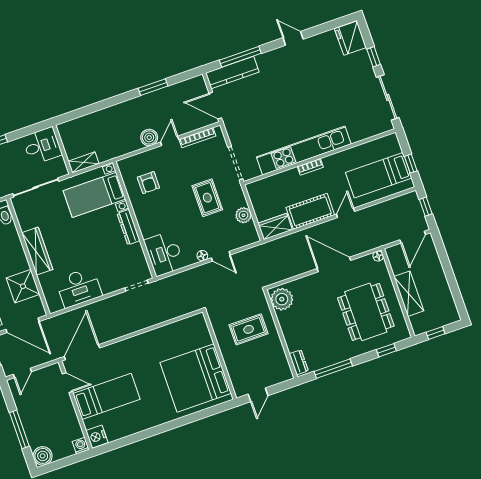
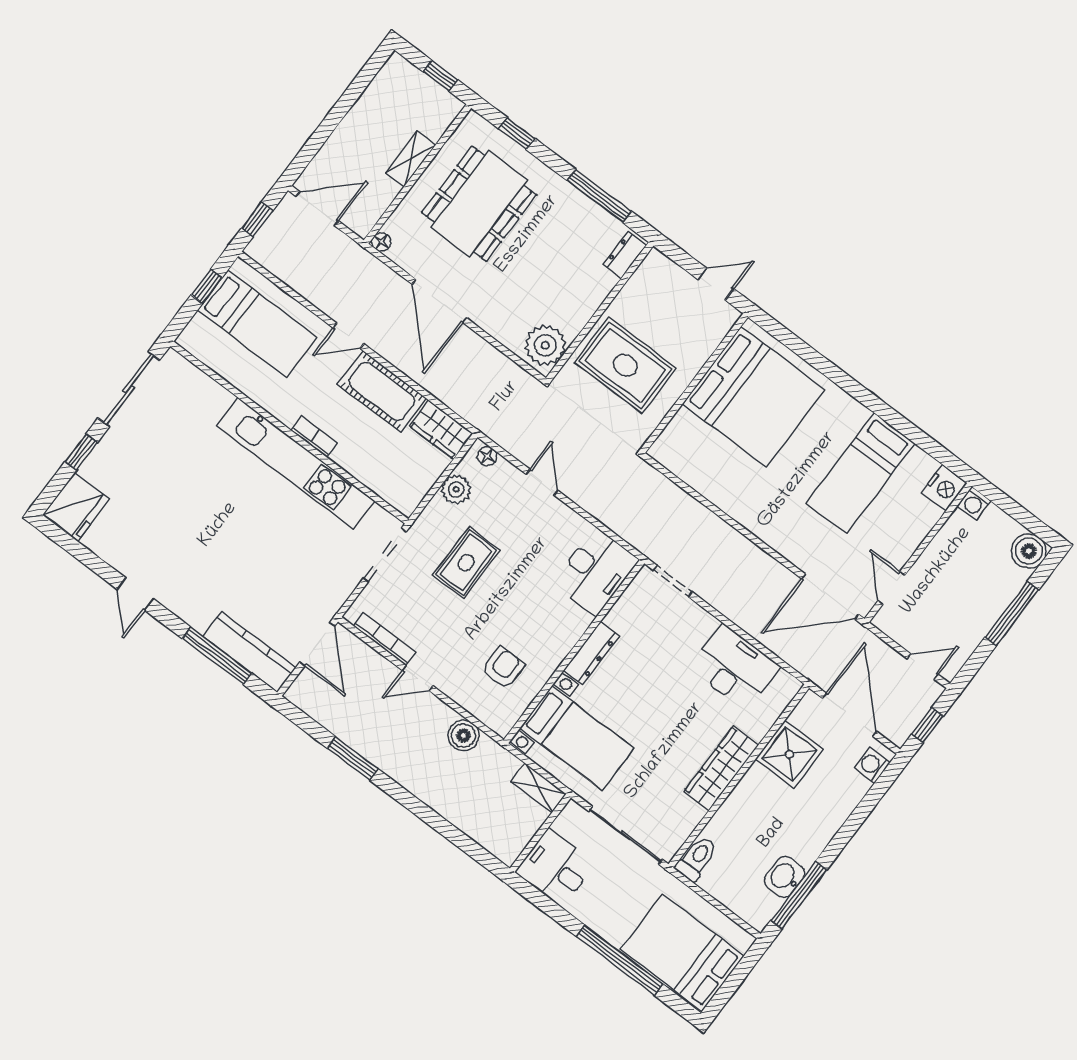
boiler: (149, 138) -> (464, 736), moved
floor lamp: (202, 256) -> (487, 456), moved
shelving: (409, 294) -> (411, 159), width x0.67, depth x0.75
rug: (249, 329) -> (625, 365), width x1.36, depth x1.43
bed: (106, 396) -> (860, 473), moved, turned -90

